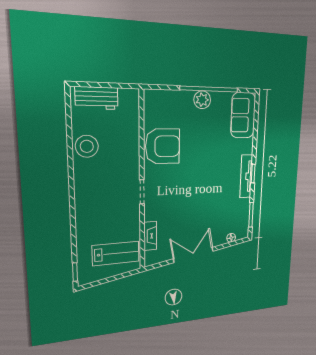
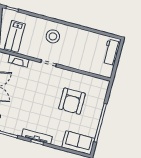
plant: (202, 100) -> (95, 117), removed
stool: (87, 146) -> (53, 36), moved
armchair: (163, 146) -> (72, 101), moved

